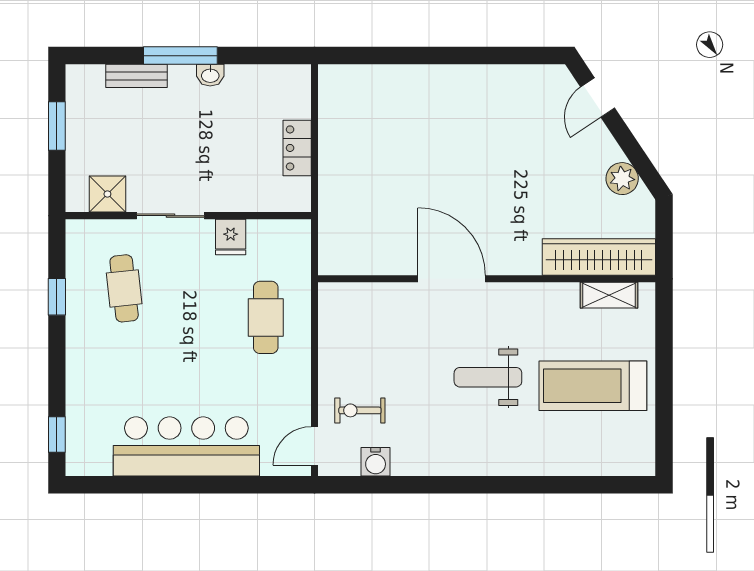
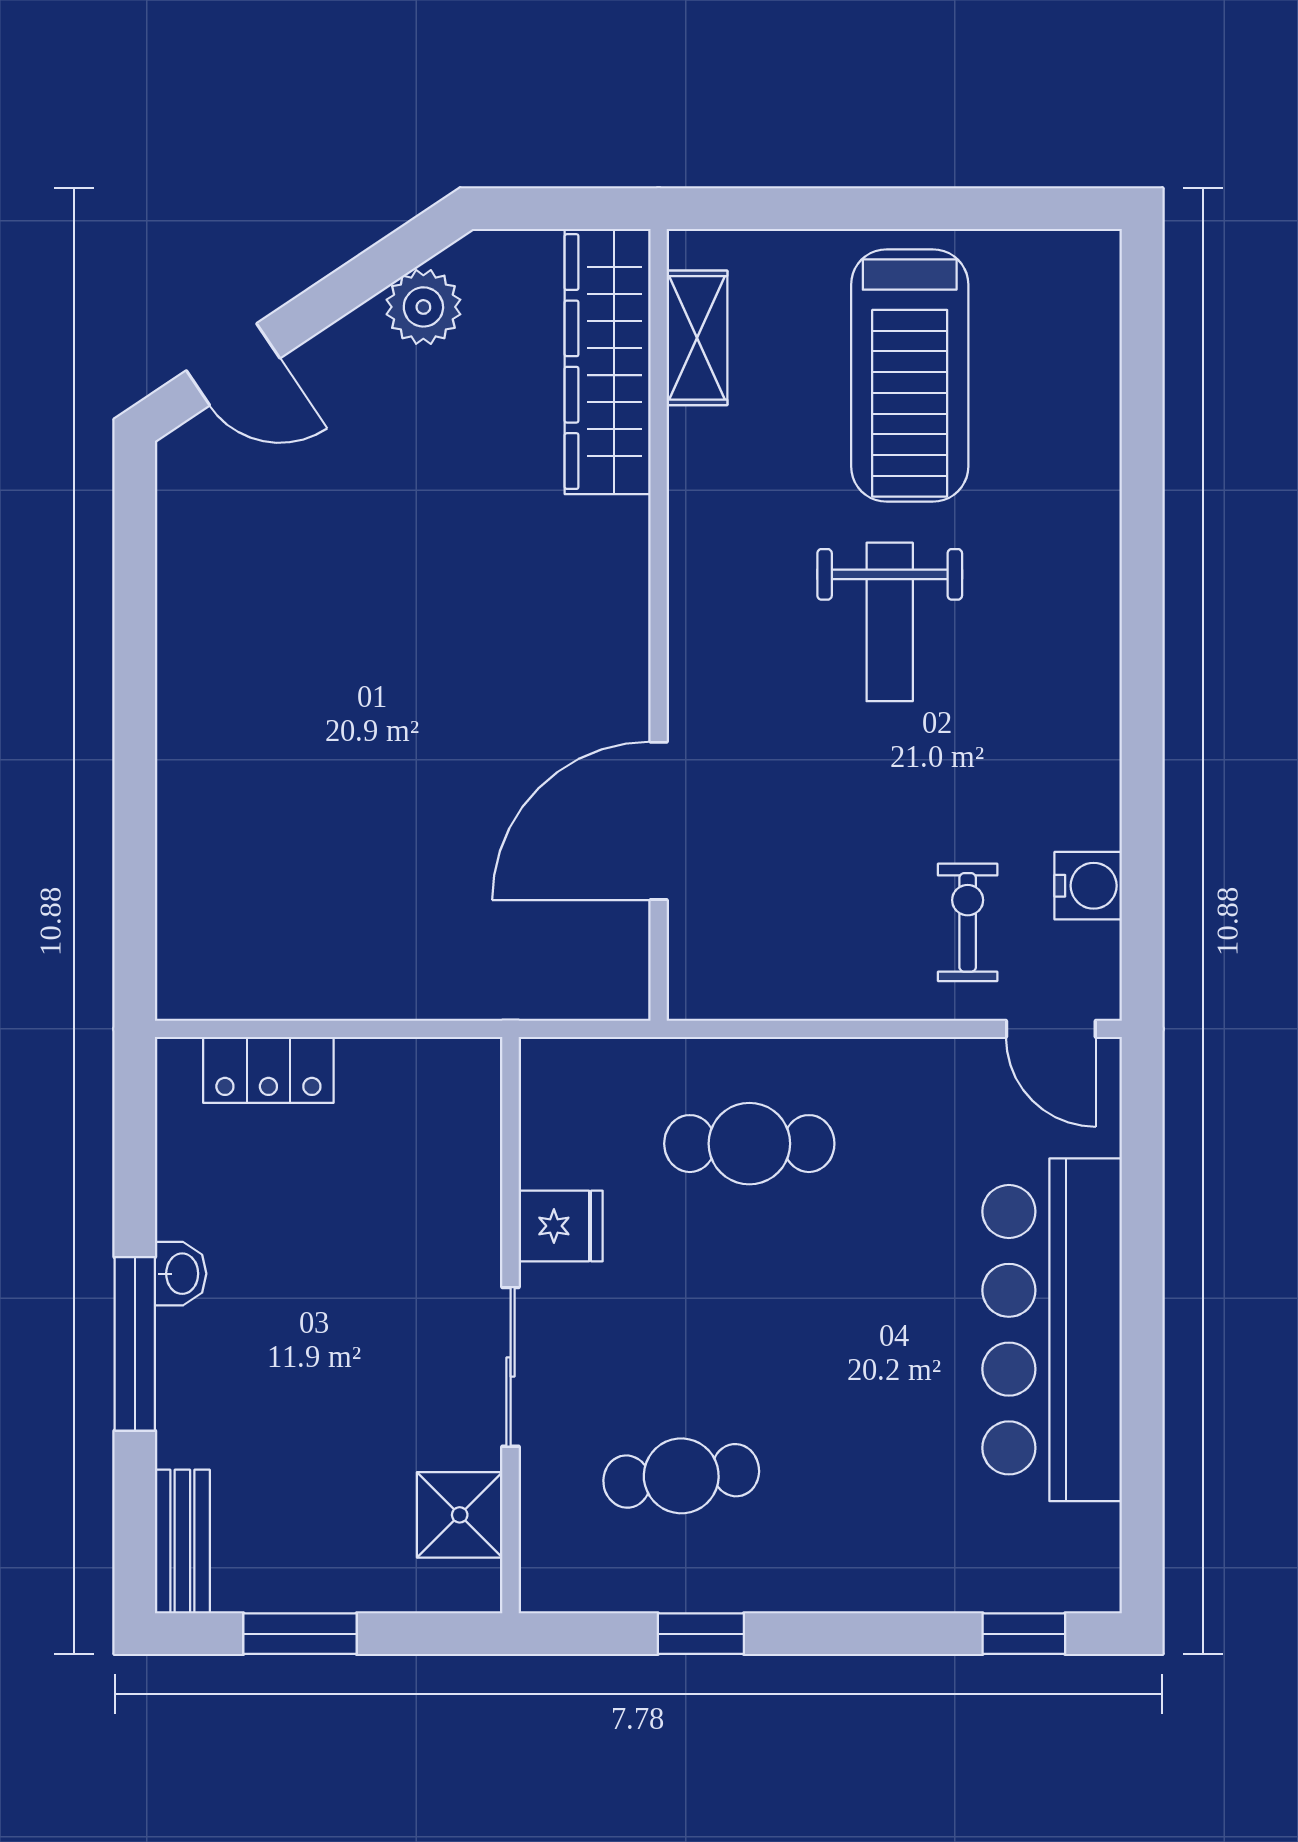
bench: (136, 76) -> (182, 1542), moved
locker: (297, 148) -> (268, 1070), moved
door: (452, 279) -> (659, 821), moved
exercise bike: (360, 410) -> (968, 922), turned 180

